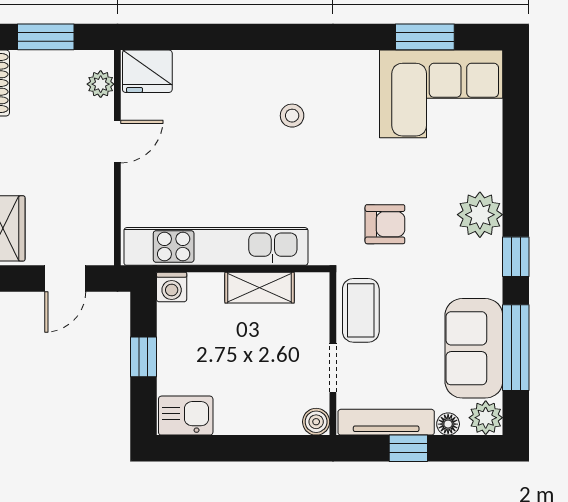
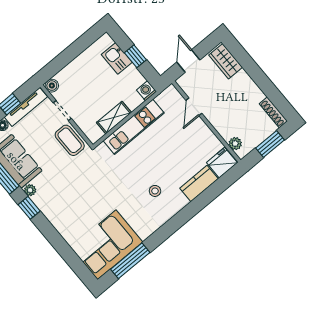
window: (425, 37) -> (130, 261), width x1.44
kitchen counter: (212, 69) -> (199, 184), added
door: (117, 142) -> (194, 107), moved
plant: (480, 215) -> (30, 190), moved, width x0.53, depth x0.53
armchair: (385, 224) -> (87, 180), removed
kitchen unit: (216, 246) -> (134, 127), width x0.73
kitchen sink: (186, 416) -> (117, 58), moved, turned 90

